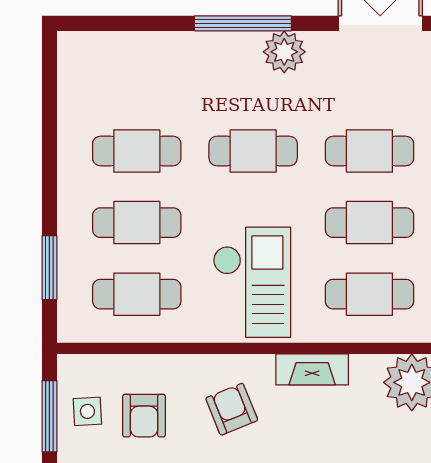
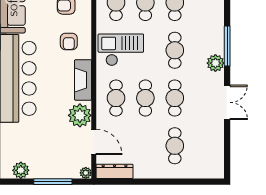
checkout: (252, 282) -> (121, 50), turned 180
fireplace: (312, 369) -> (83, 80), width x1.37, depth x1.32
armchair: (232, 409) -> (69, 42), turned 112

